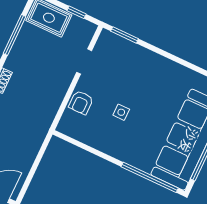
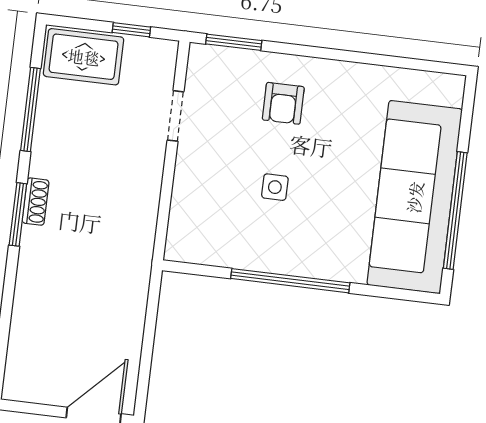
armchair: (81, 102) -> (283, 103), moved
window: (150, 177) -> (290, 281), moved

